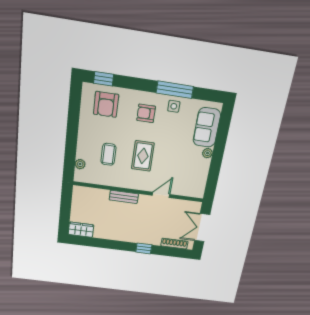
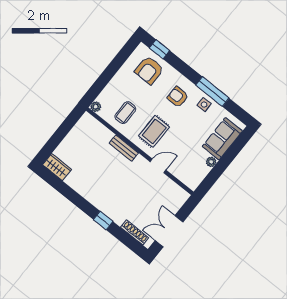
wall: (139, 192) -> (140, 151), moved
door: (161, 195) -> (158, 166), moved
bench: (124, 197) -> (124, 148), moved

